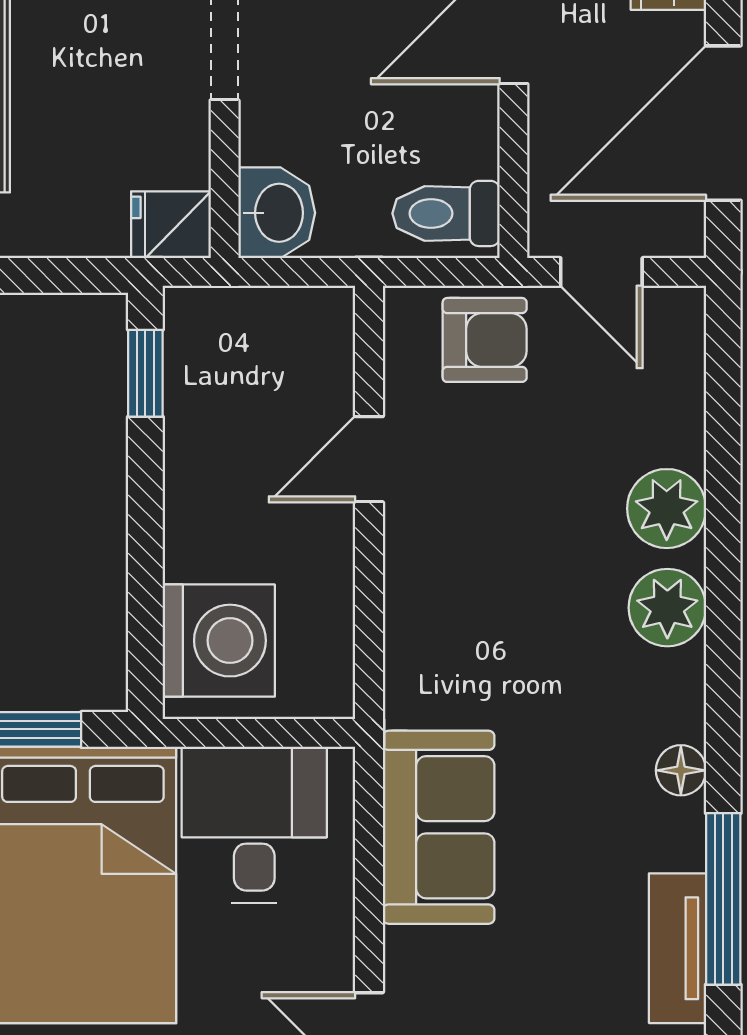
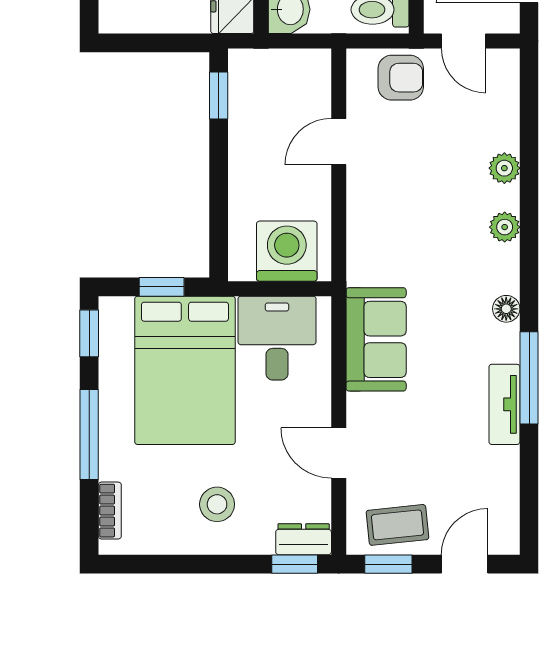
plant: (667, 509) -> (504, 168), width x0.73, depth x0.73
plant: (667, 608) -> (505, 227), width x0.73, depth x0.73
washing machine: (219, 641) -> (287, 251), moved, turned -90

